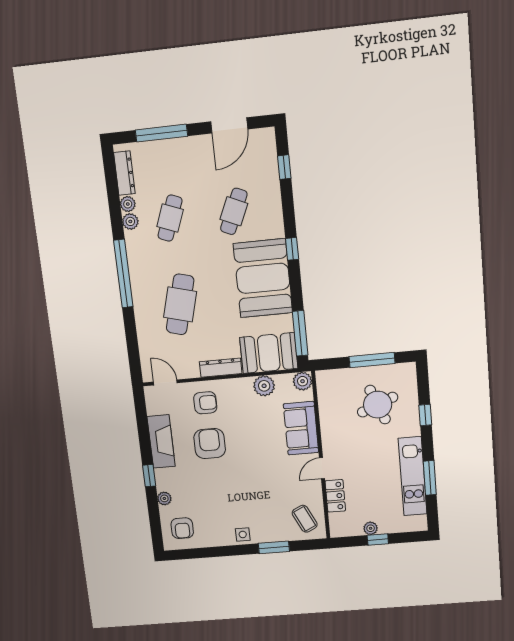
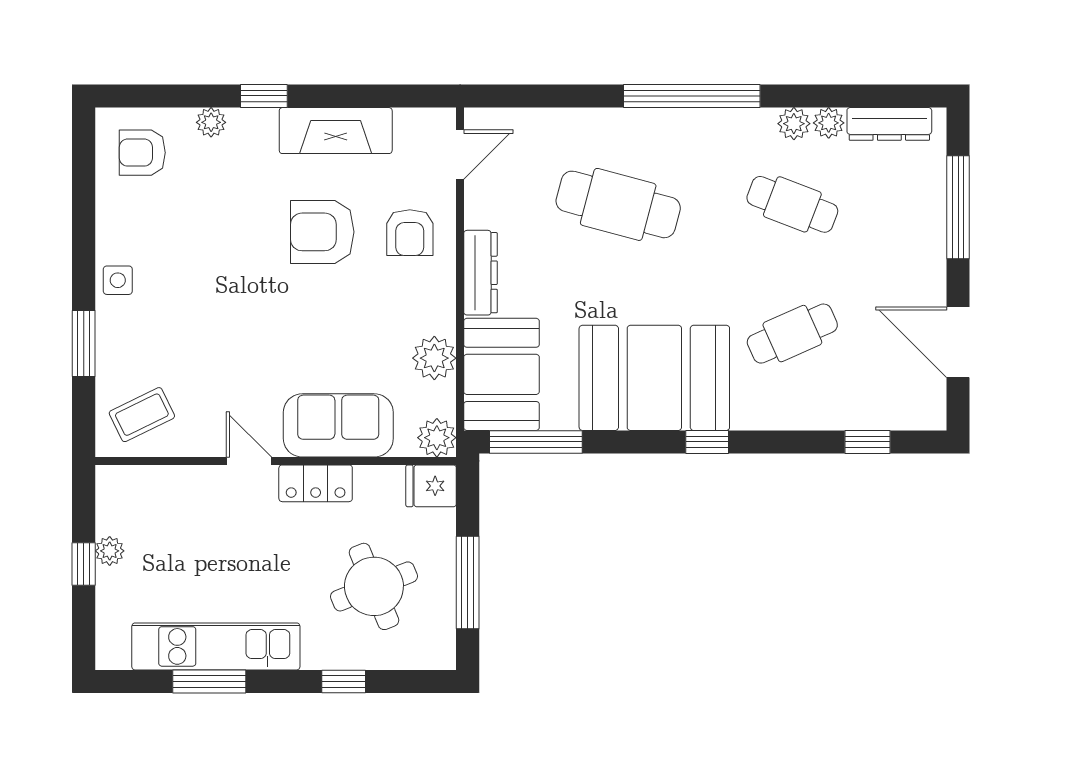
cafe table: (234, 211) -> (792, 334), turned -48
fridge: (326, 382) -> (431, 486), added
armchair: (210, 444) -> (322, 232), turned 180
locker: (335, 496) -> (316, 483), moved

